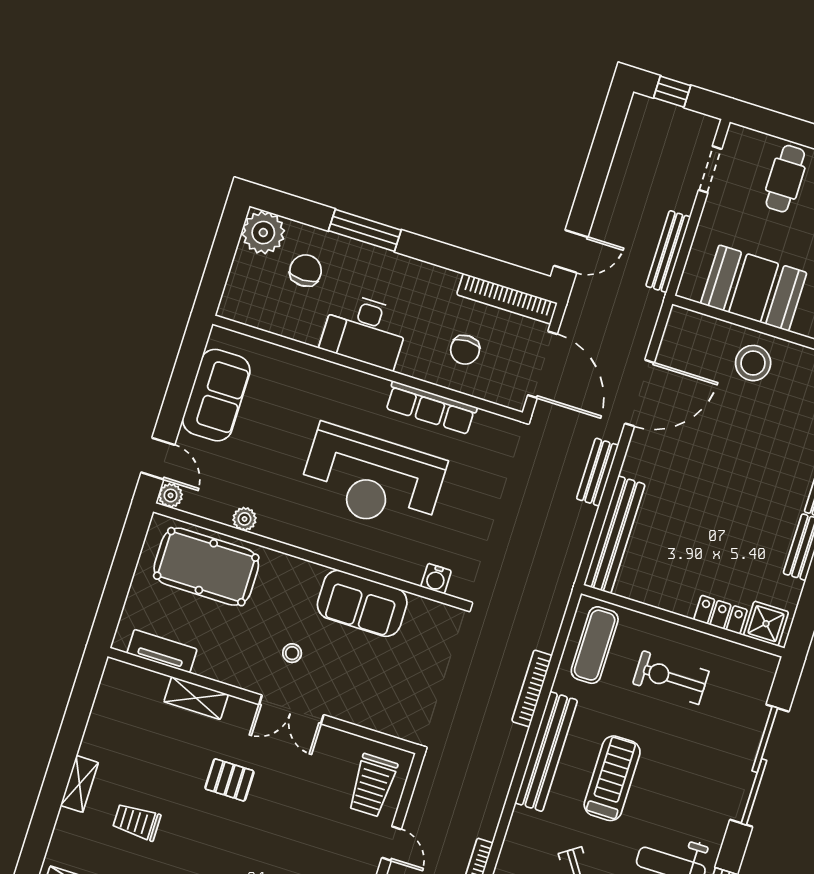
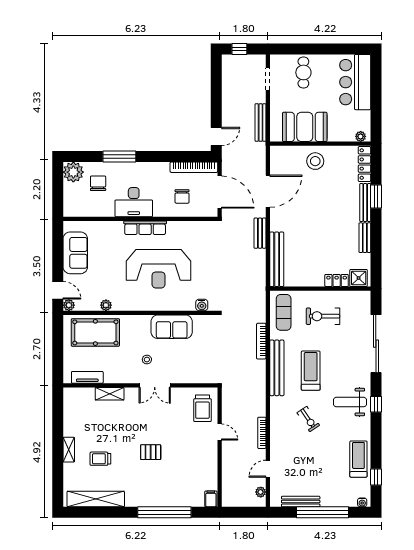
row of seats: (431, 408) -> (145, 228), moved
pallet: (229, 780) -> (151, 452), moved

